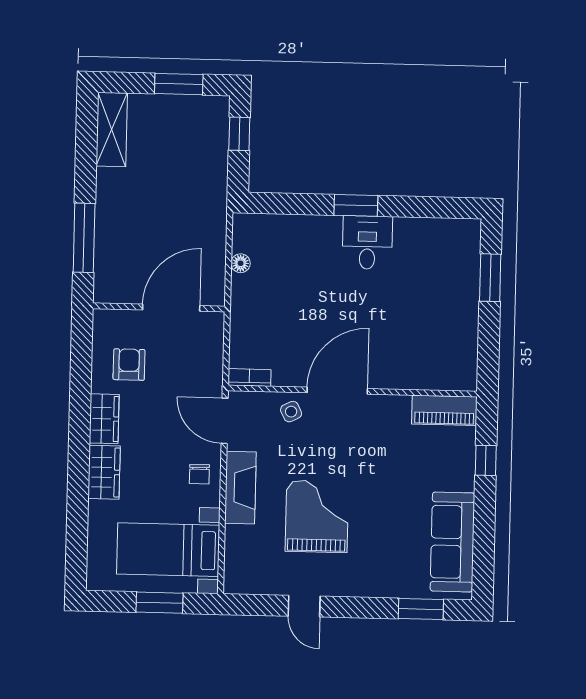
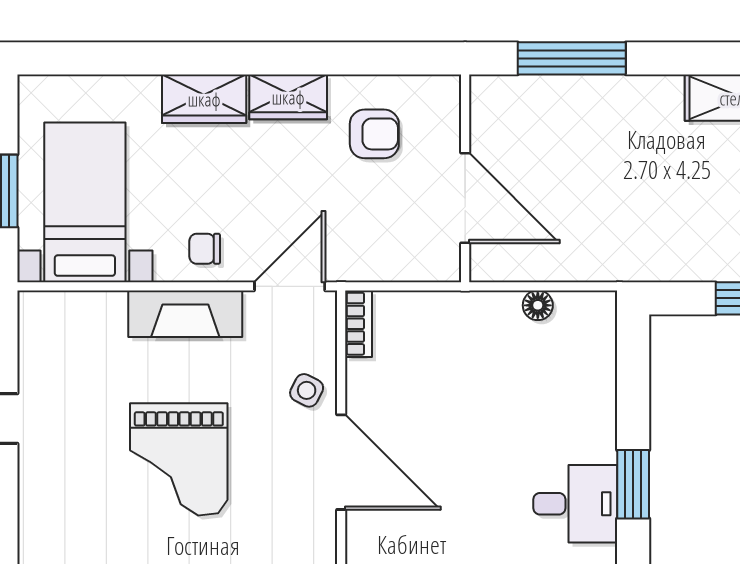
side table: (291, 412) -> (307, 390), turned -37
grand piano: (317, 517) -> (179, 459), moved, turned 90

